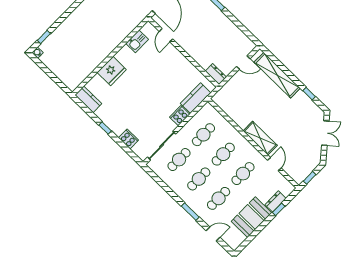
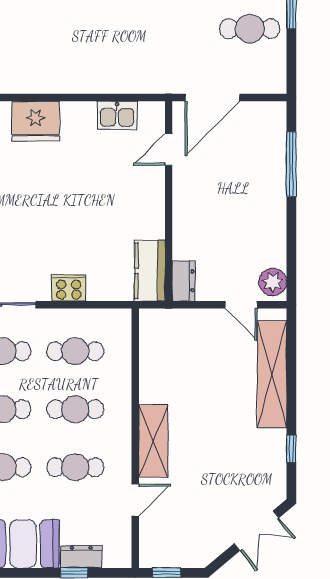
plant: (246, 44) -> (273, 282), added
kitchen counter: (196, 98) -> (150, 271), moved, turned -90

